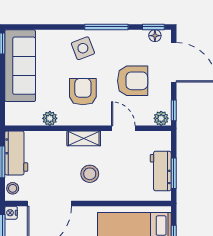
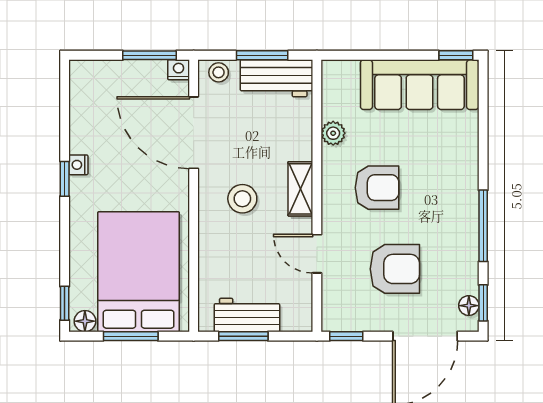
side table: (83, 48) -> (448, 188), removed
armchair: (133, 81) -> (395, 269), turned -90
plant: (161, 118) -> (333, 316), removed
door: (123, 128) -> (317, 254), swing flipped

